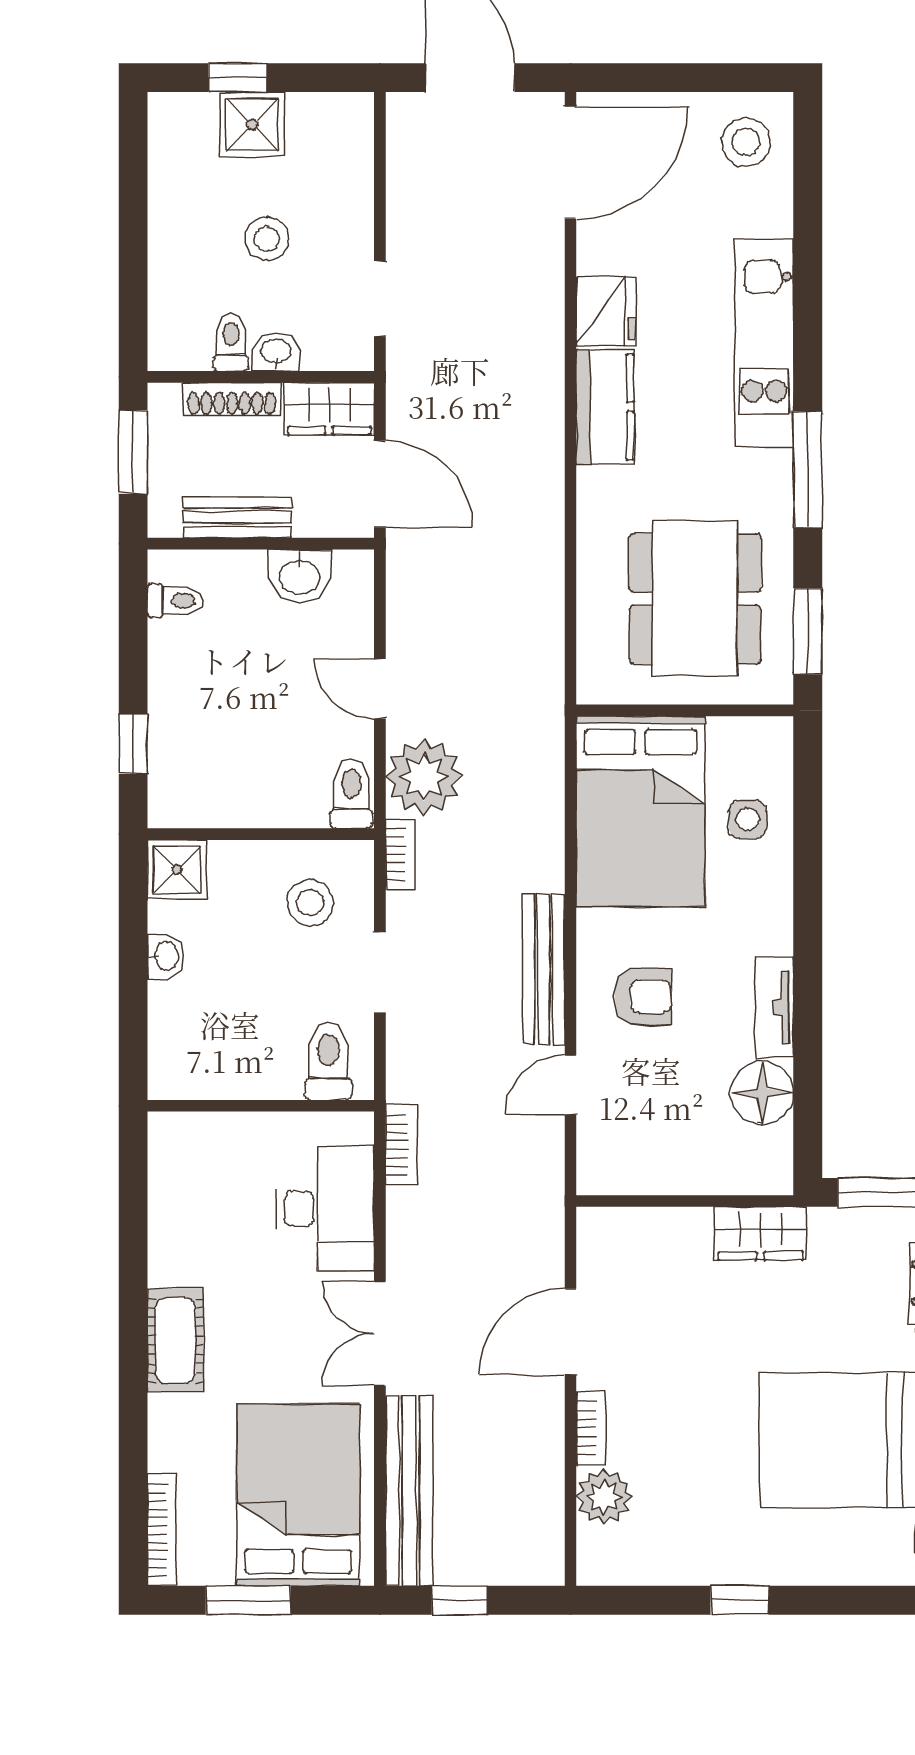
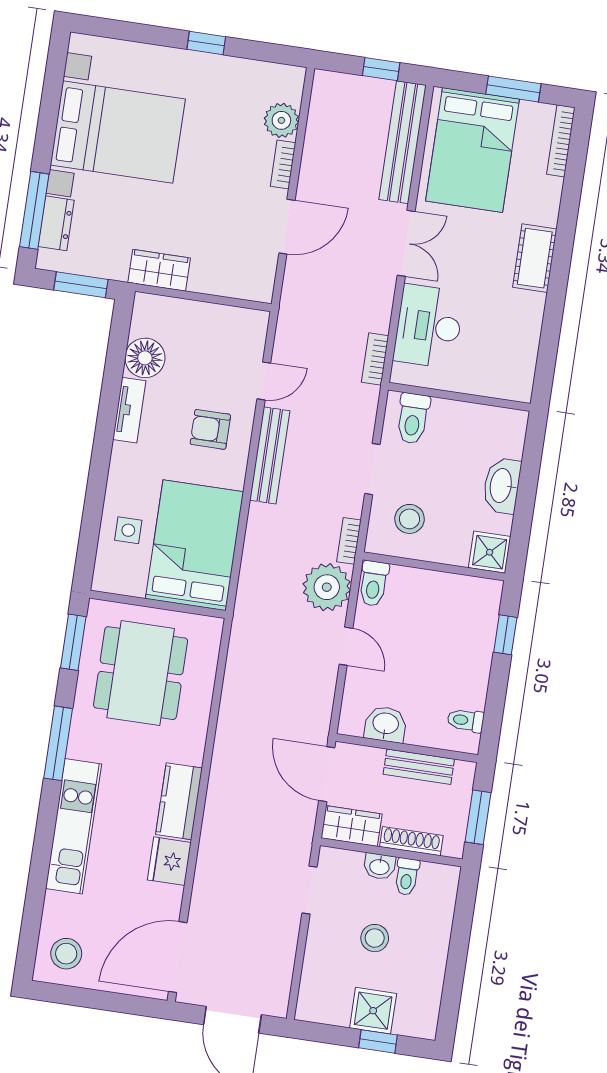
washbasin: (165, 956) -> (502, 486), width x1.91, depth x1.45

